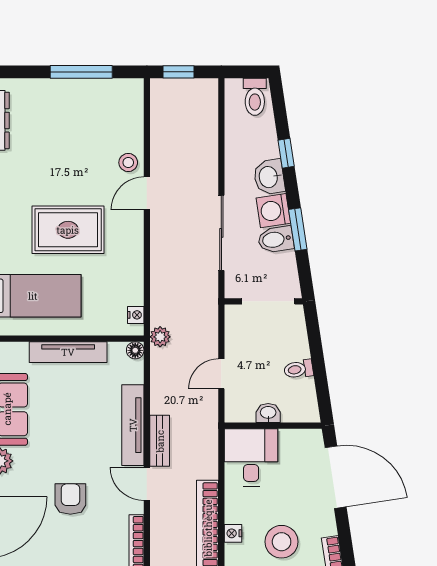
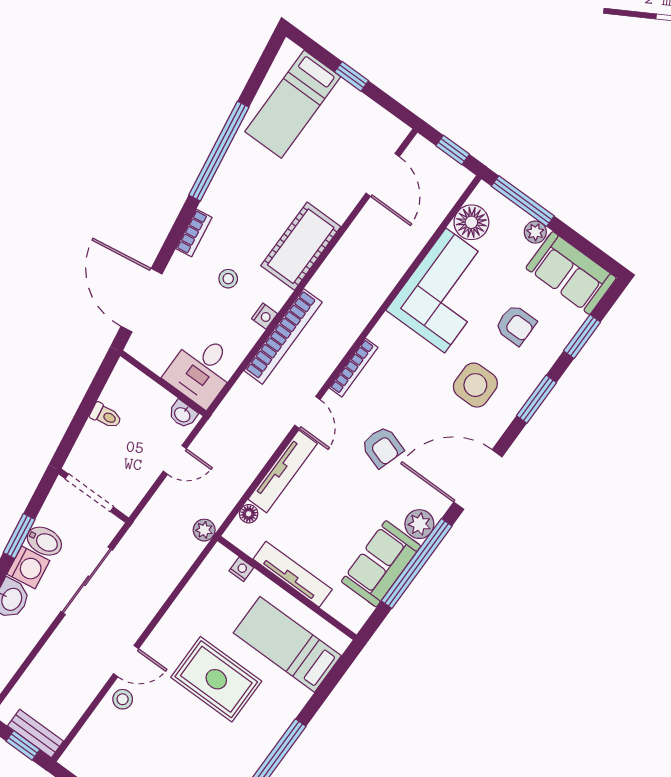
nightstand: (136, 315) -> (241, 569), moved, turned 90
floor lamp: (135, 350) -> (249, 514), moved
washbasin: (268, 413) -> (183, 414), moved
bench: (160, 441) -> (36, 734), moved, turned 90
armchair: (70, 499) -> (382, 447), turned -72
stool: (282, 542) -> (228, 279), width x0.53, depth x0.53

